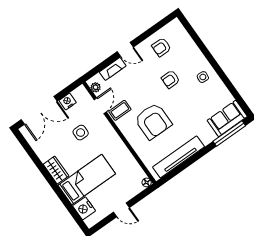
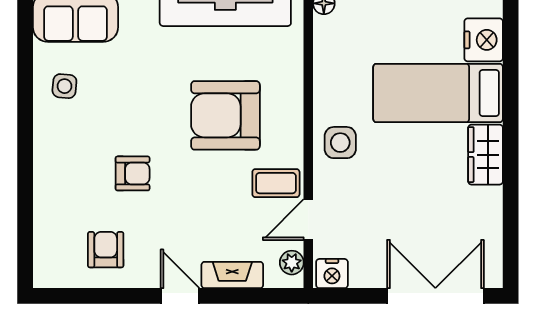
armchair: (161, 47) -> (106, 250), turned -90
side table: (203, 77) -> (64, 86), moved
nightstand: (68, 102) -> (332, 274), moved
armchair: (153, 121) -> (225, 115), turned -90
side table: (81, 133) -> (340, 143), moved

